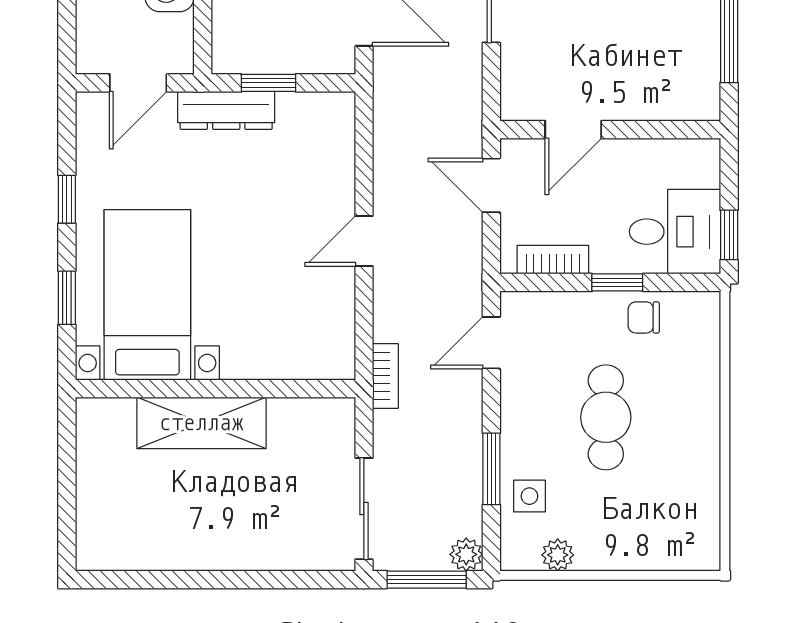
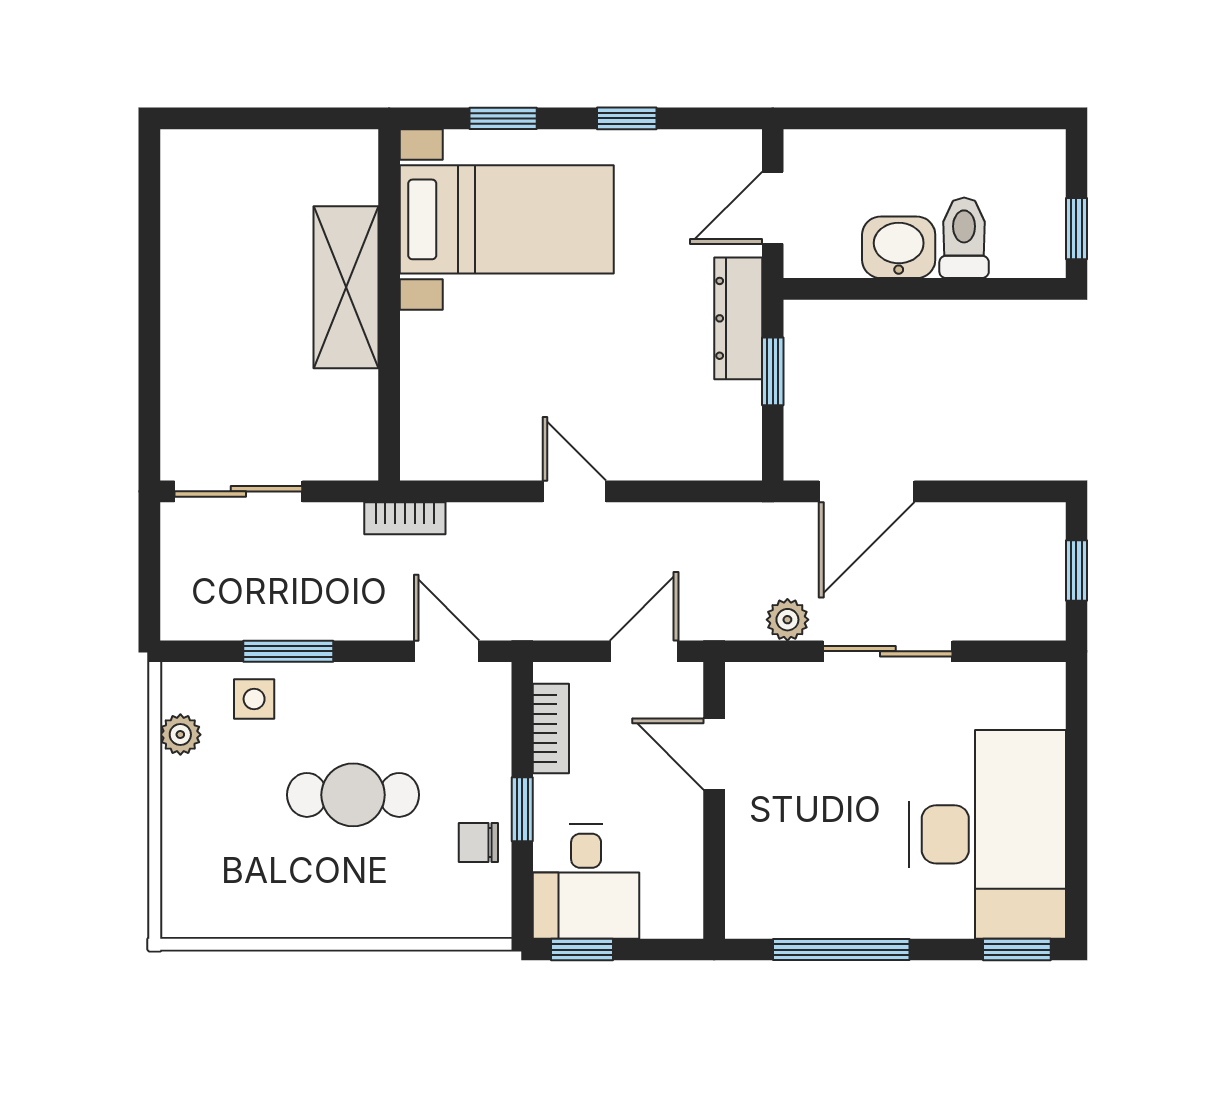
door: (138, 83) -> (773, 208), hinge flipped
chair: (644, 317) -> (478, 842), turned -90
plant: (466, 554) -> (787, 620), moved
window: (427, 580) -> (149, 570), removed

